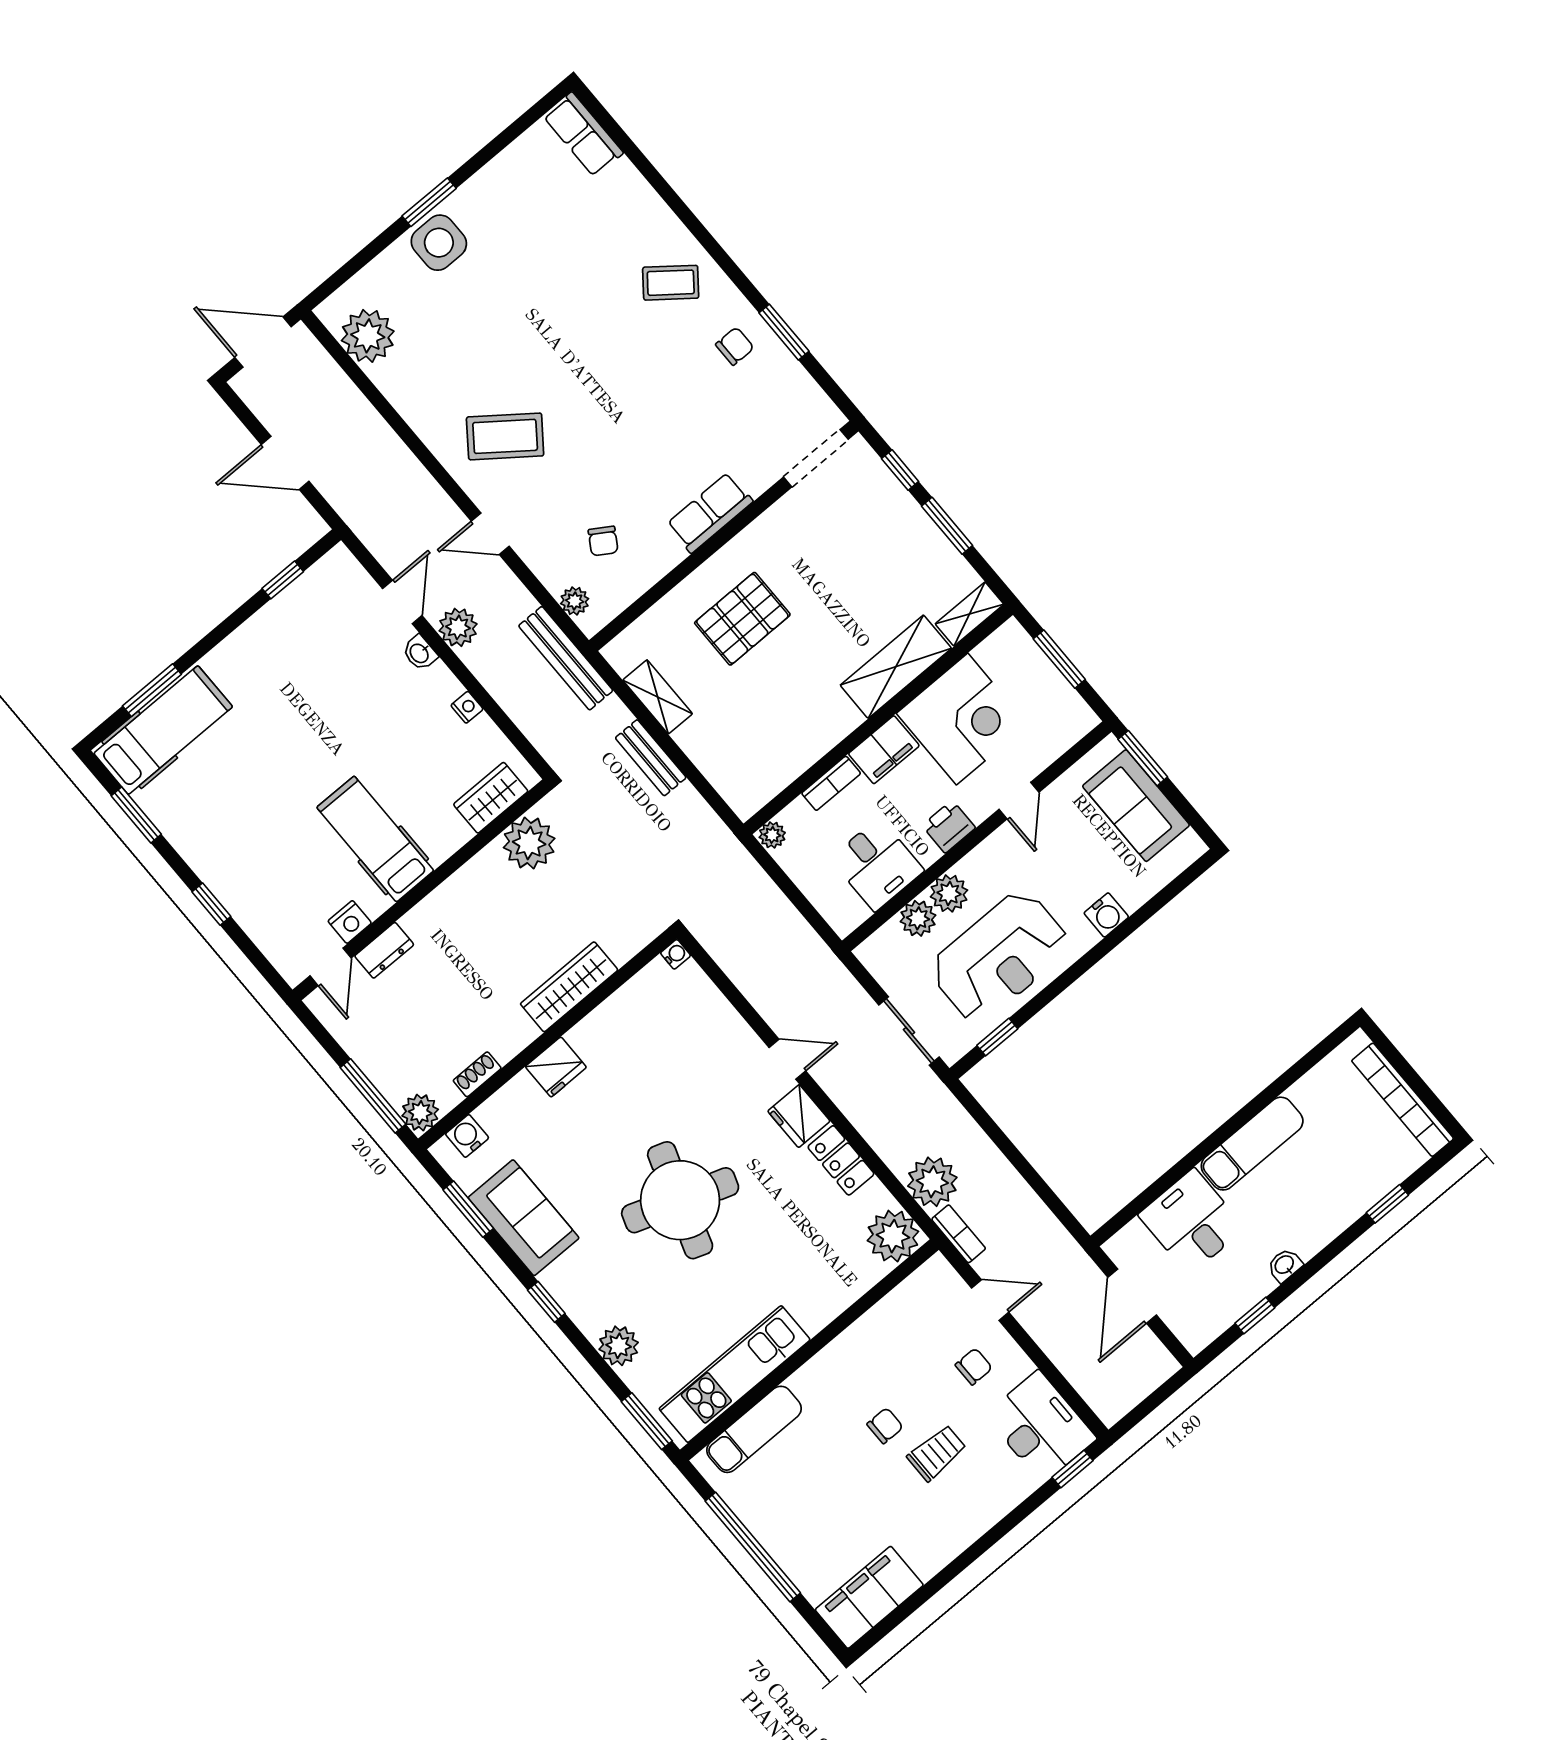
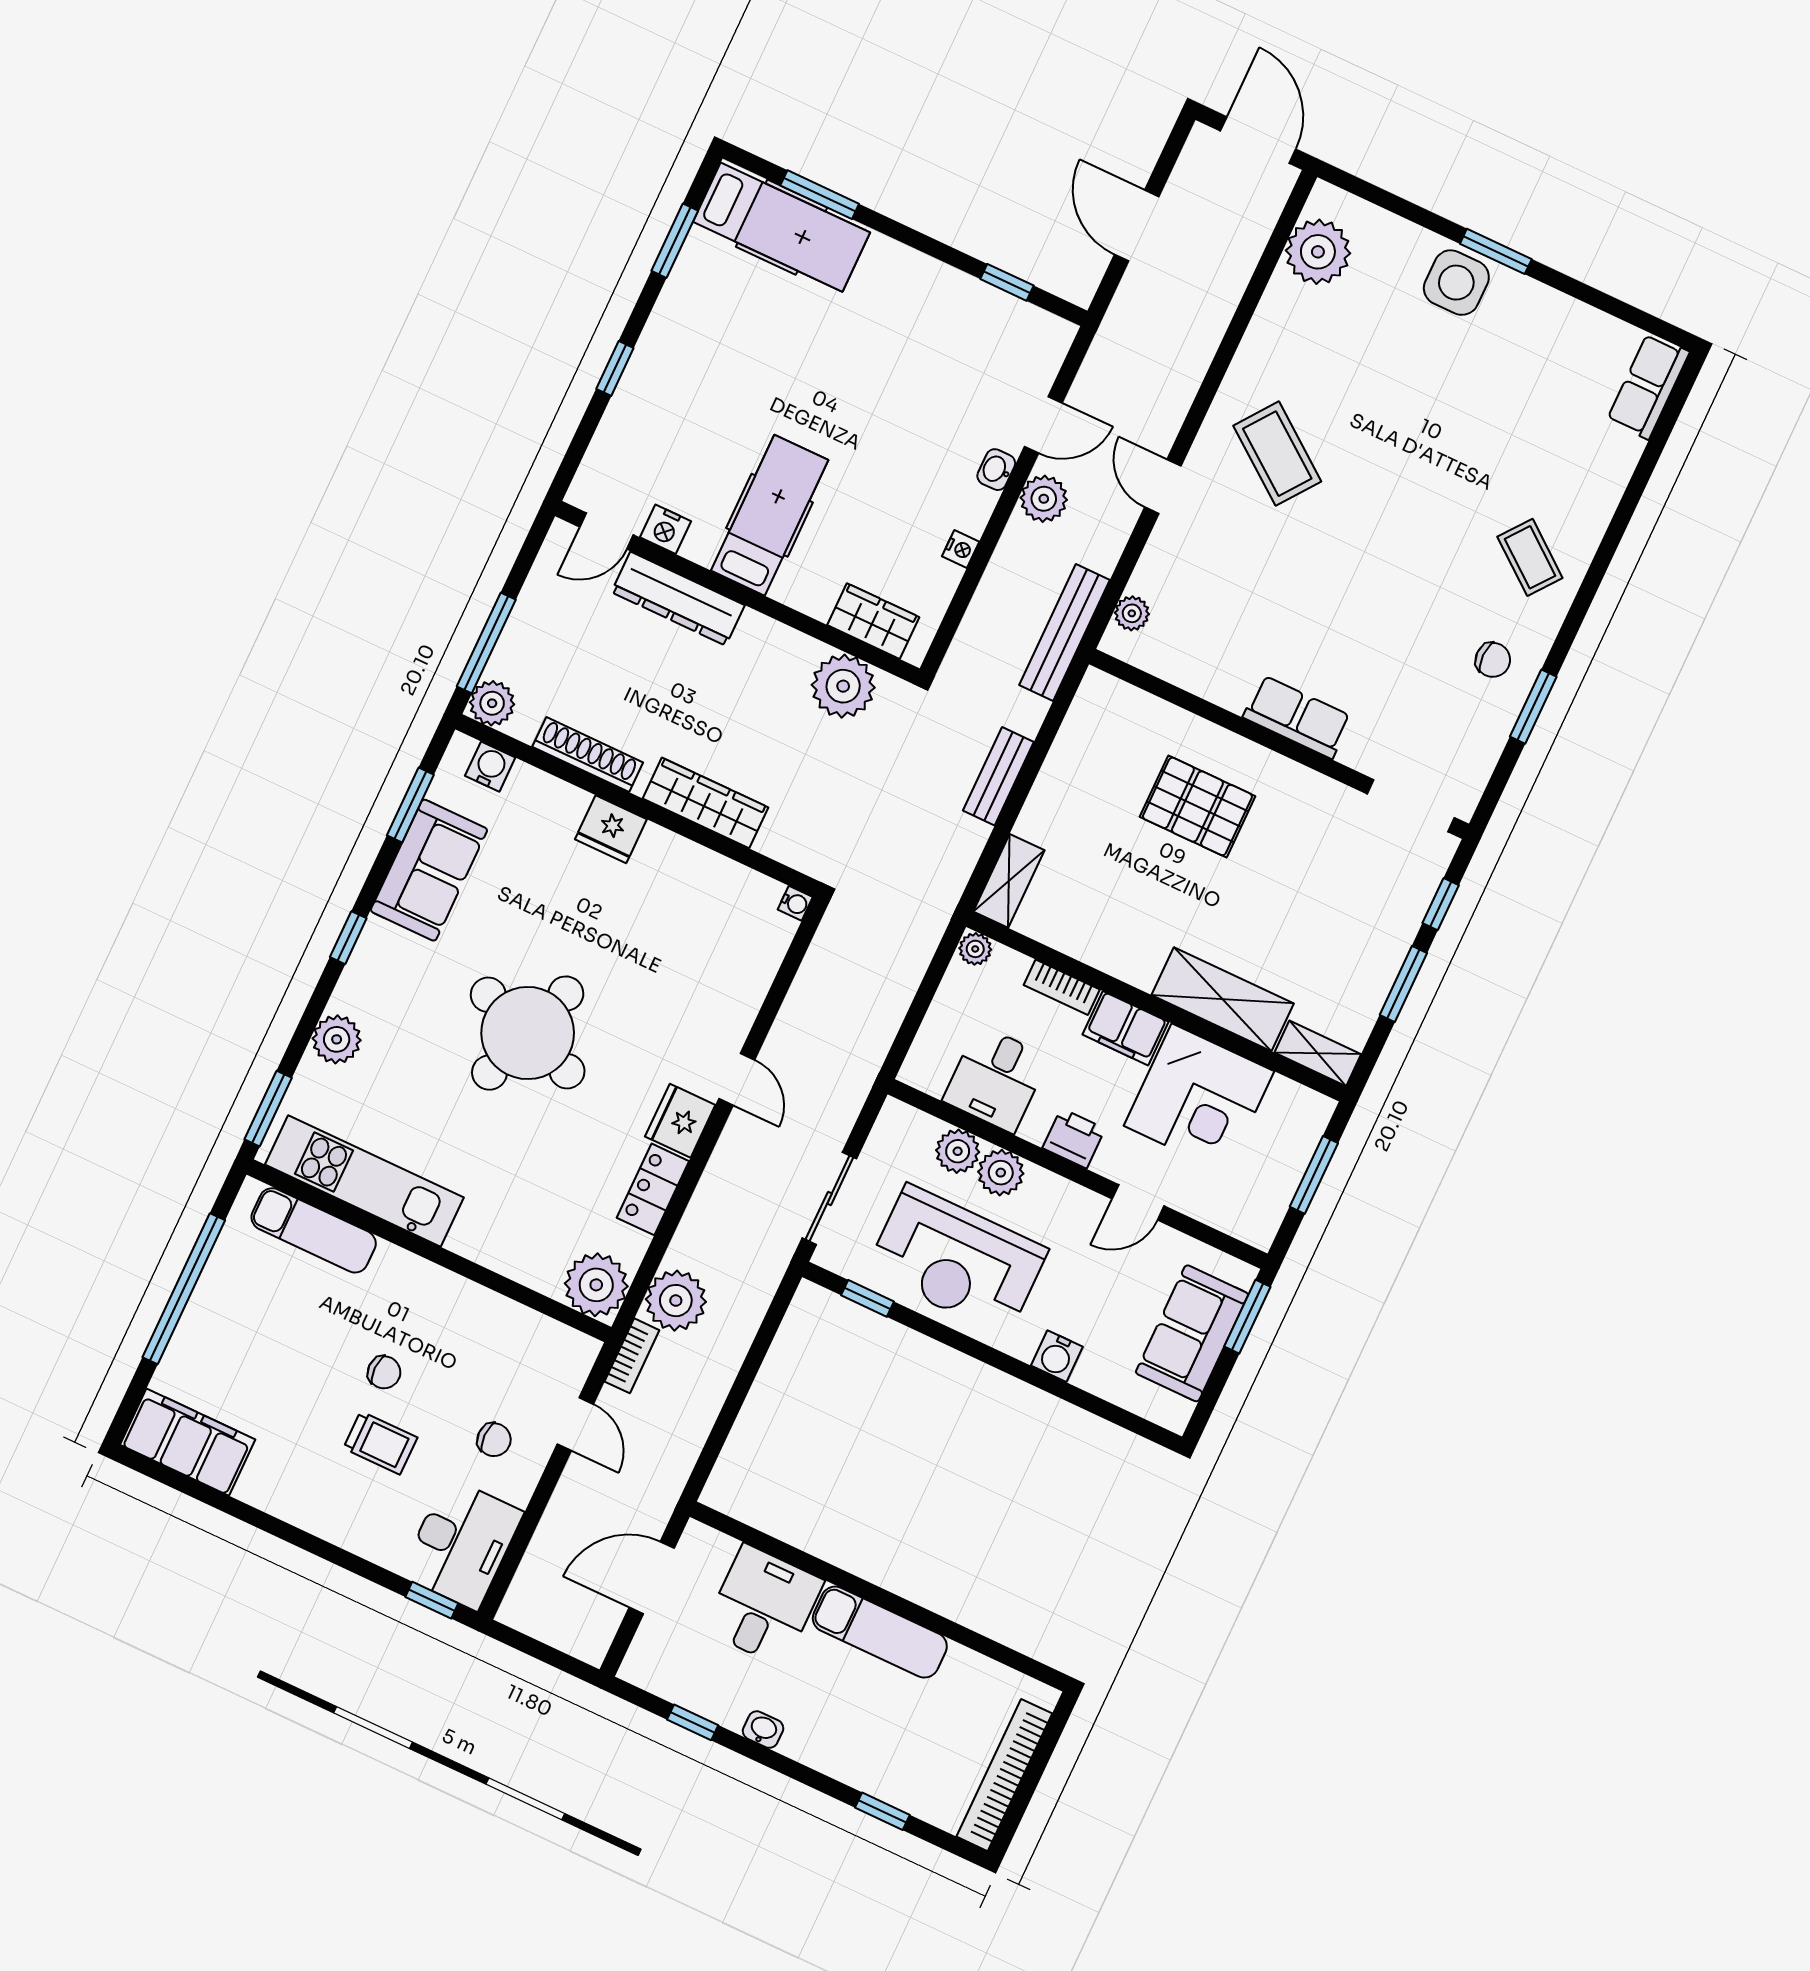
chair: (603, 541) -> (1212, 614), removed
shelving: (658, 697) -> (1009, 881), moved
dresser: (384, 950) -> (678, 599), width x1.96, depth x1.24
shoe rack: (477, 1074) -> (588, 755), width x1.94, depth x1.24

